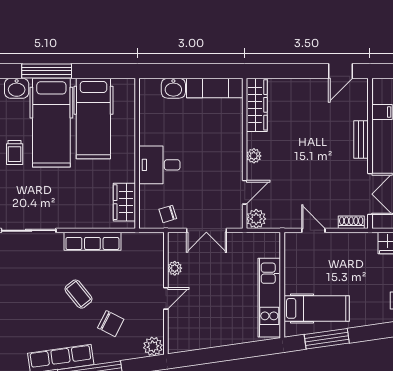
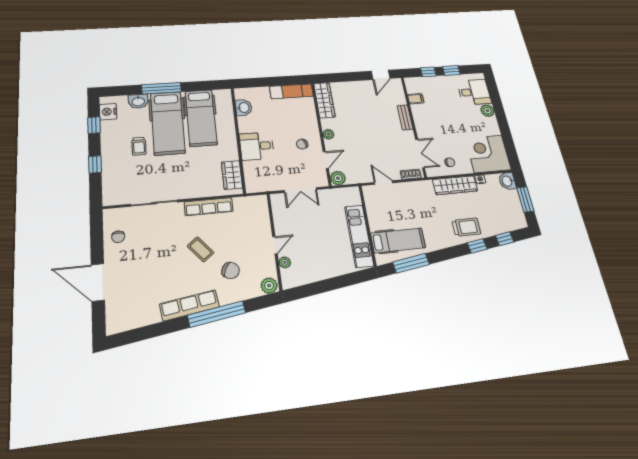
washbasin: (173, 88) -> (244, 108), moved, turned -90
chair: (168, 214) -> (302, 144), moved
plant: (175, 268) -> (285, 262), moved

